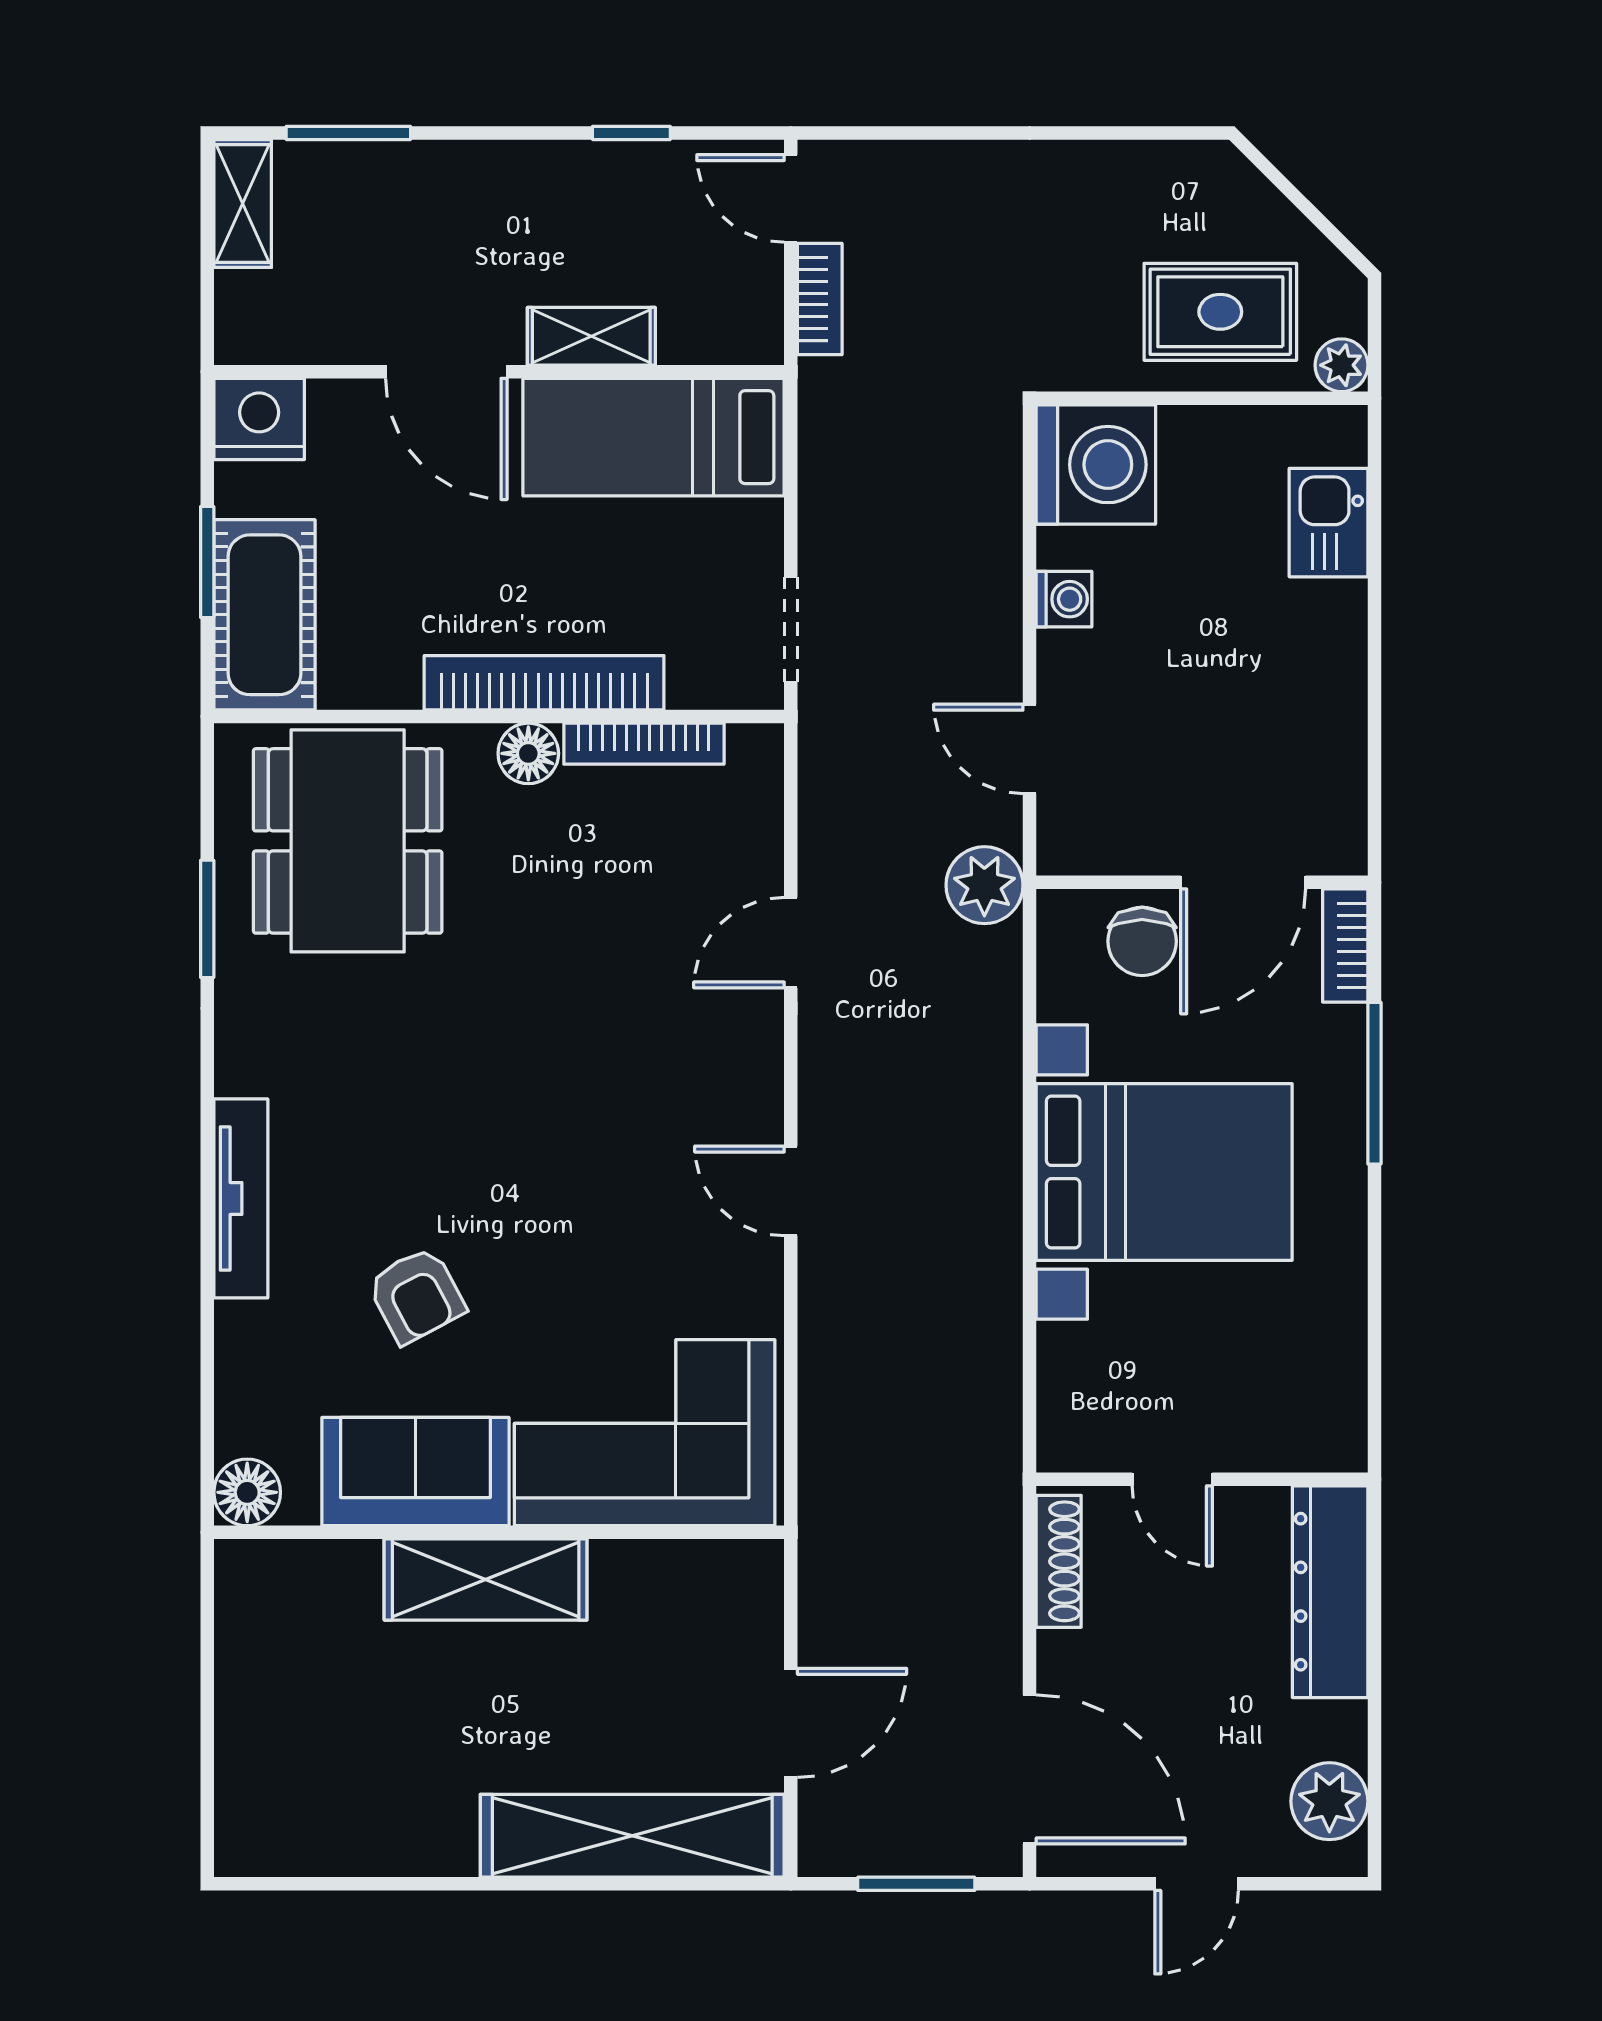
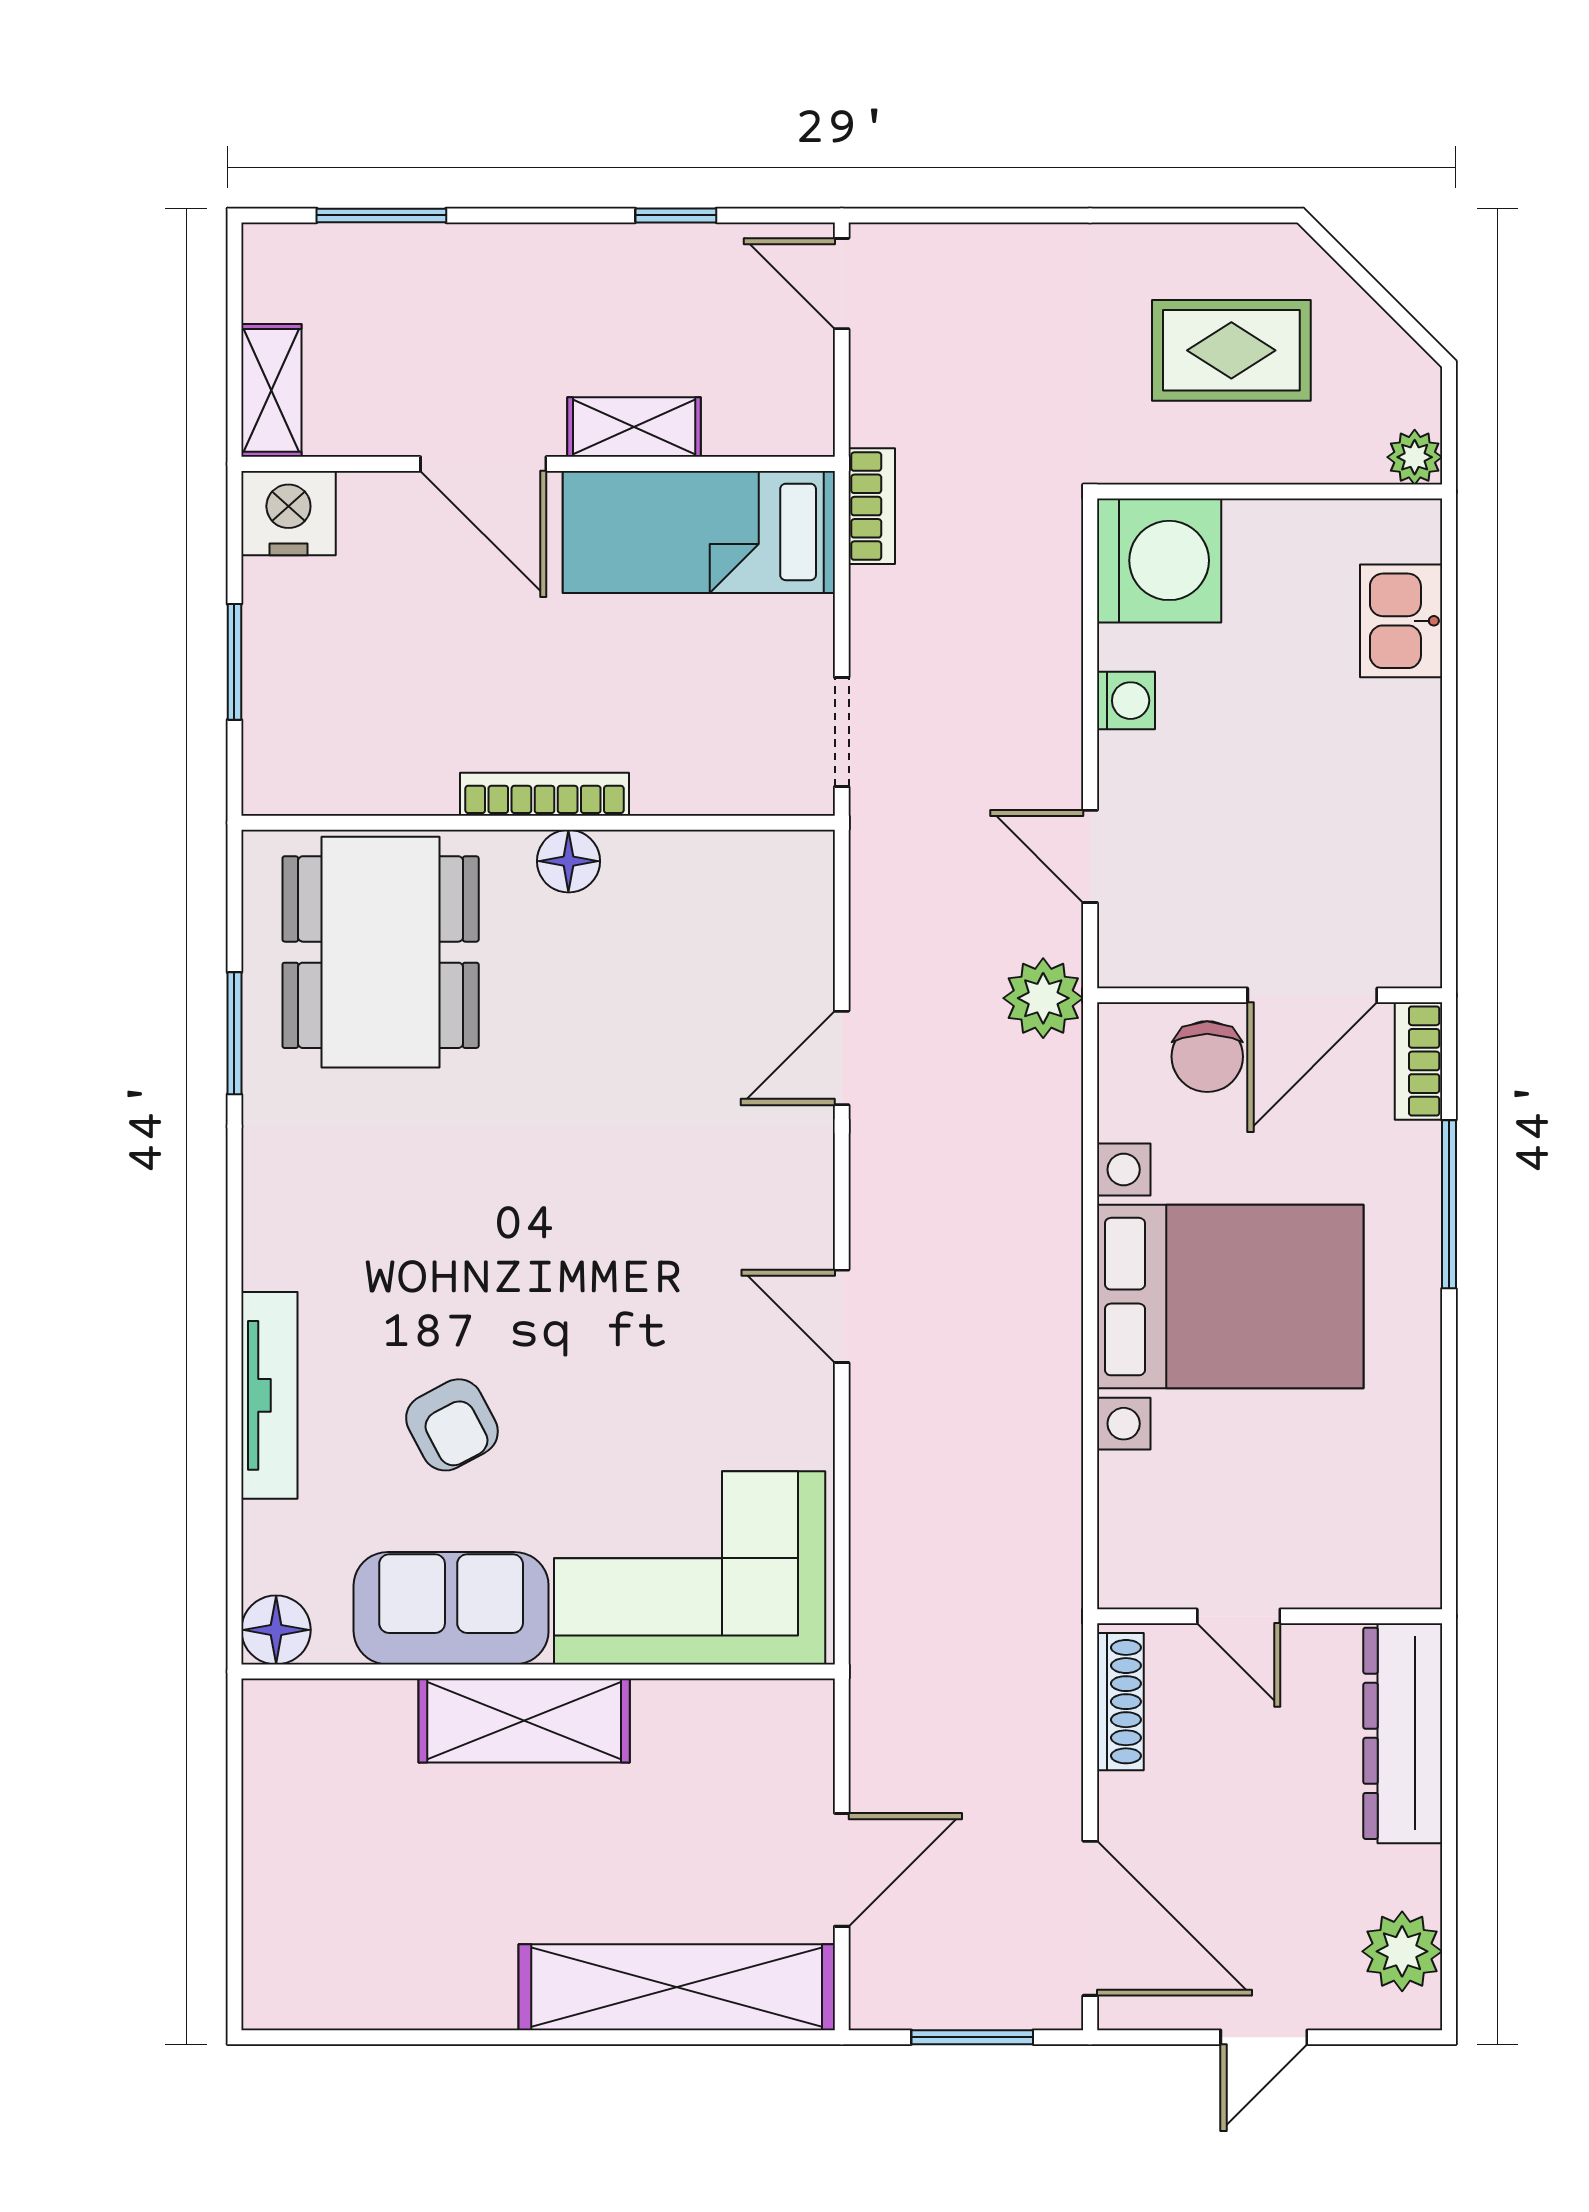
shelving: (243, 204) -> (271, 390), moved
bookcase: (820, 299) -> (872, 506), moved
rug: (1220, 312) -> (1231, 350), moved
cot: (264, 615) -> (294, 717), removed
bookcase: (544, 683) -> (545, 794), width x0.68, depth x0.76
bookcase: (644, 744) -> (689, 851), removed
tv unit: (241, 1198) -> (269, 1395), moved

